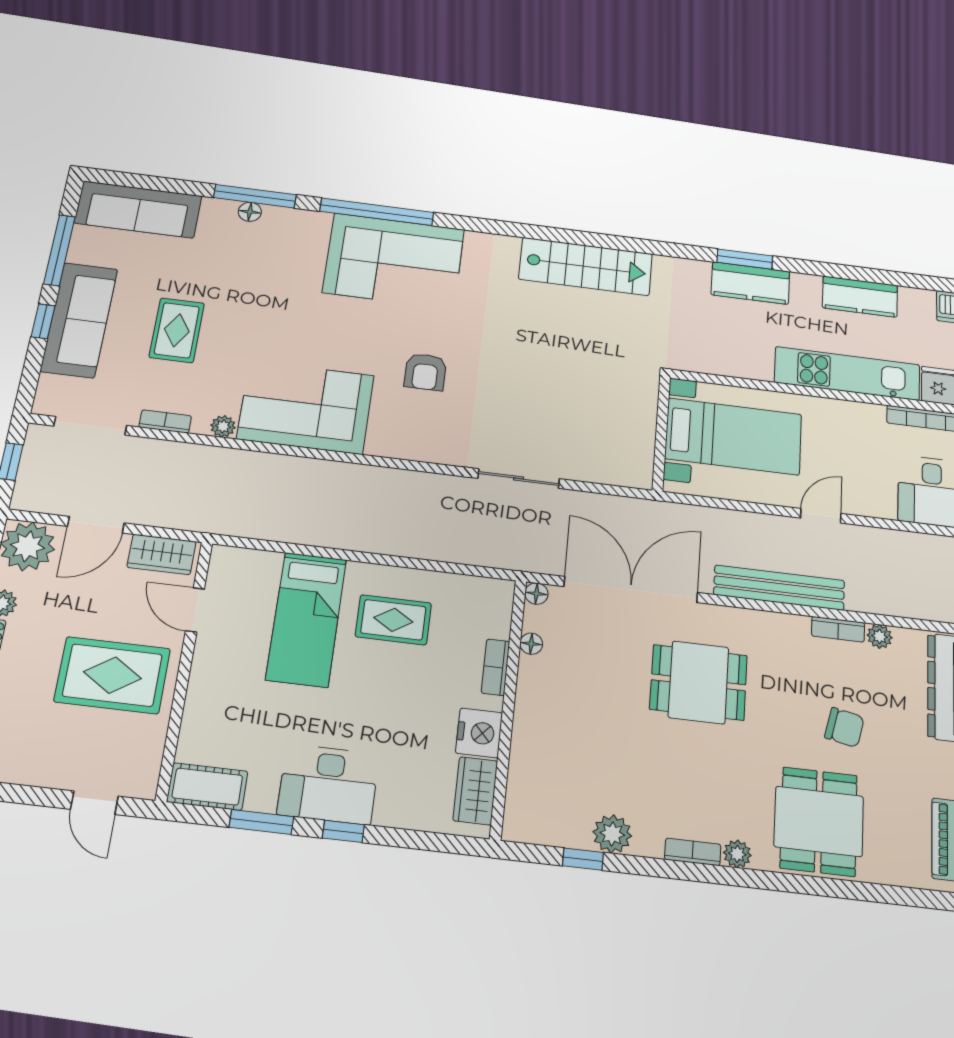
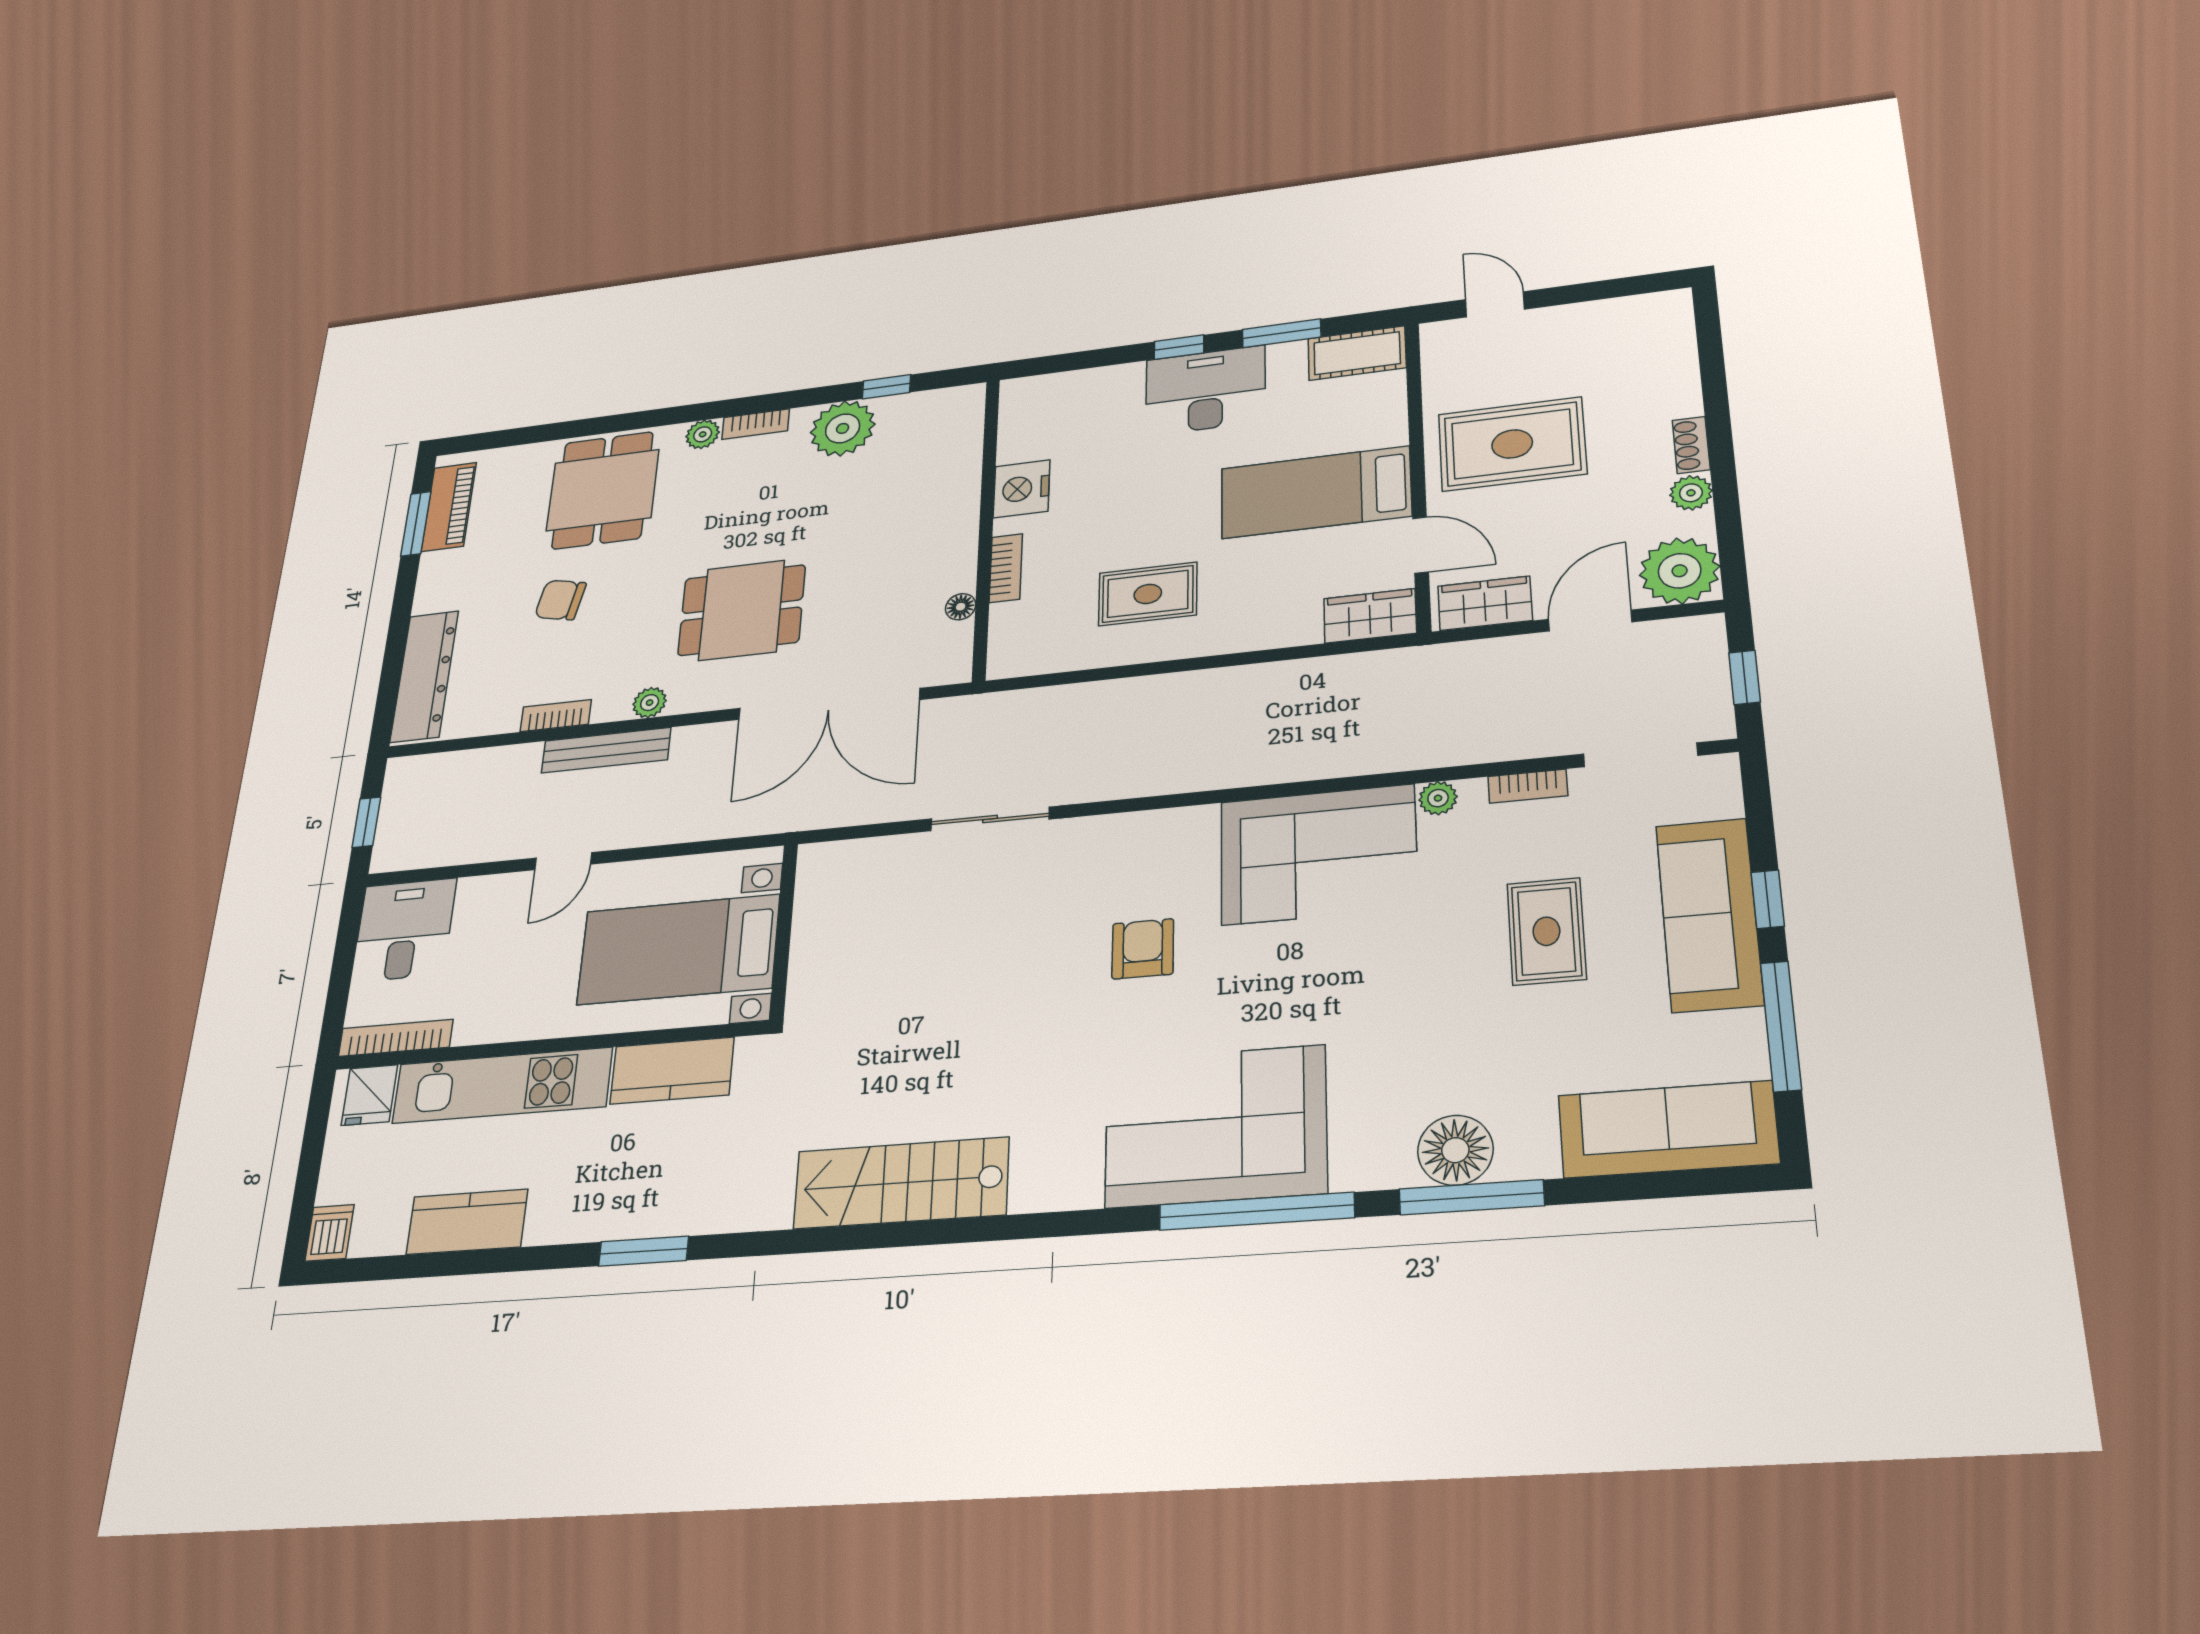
floor lamp: (250, 212) -> (1455, 1150), width x1.89, depth x1.89
kitchen counter: (750, 283) -> (672, 1071), moved, turned 180
bench: (779, 588) -> (606, 750), width x0.73, depth x0.82
floor lamp: (536, 594) -> (957, 670), removed
bed: (306, 619) -> (1316, 492), moved, turned -90
plant: (880, 636) -> (650, 703), moved
wardrobe: (475, 791) -> (1370, 616), moved, turned -90
plant: (612, 834) -> (843, 428), width x1.36, depth x1.36

